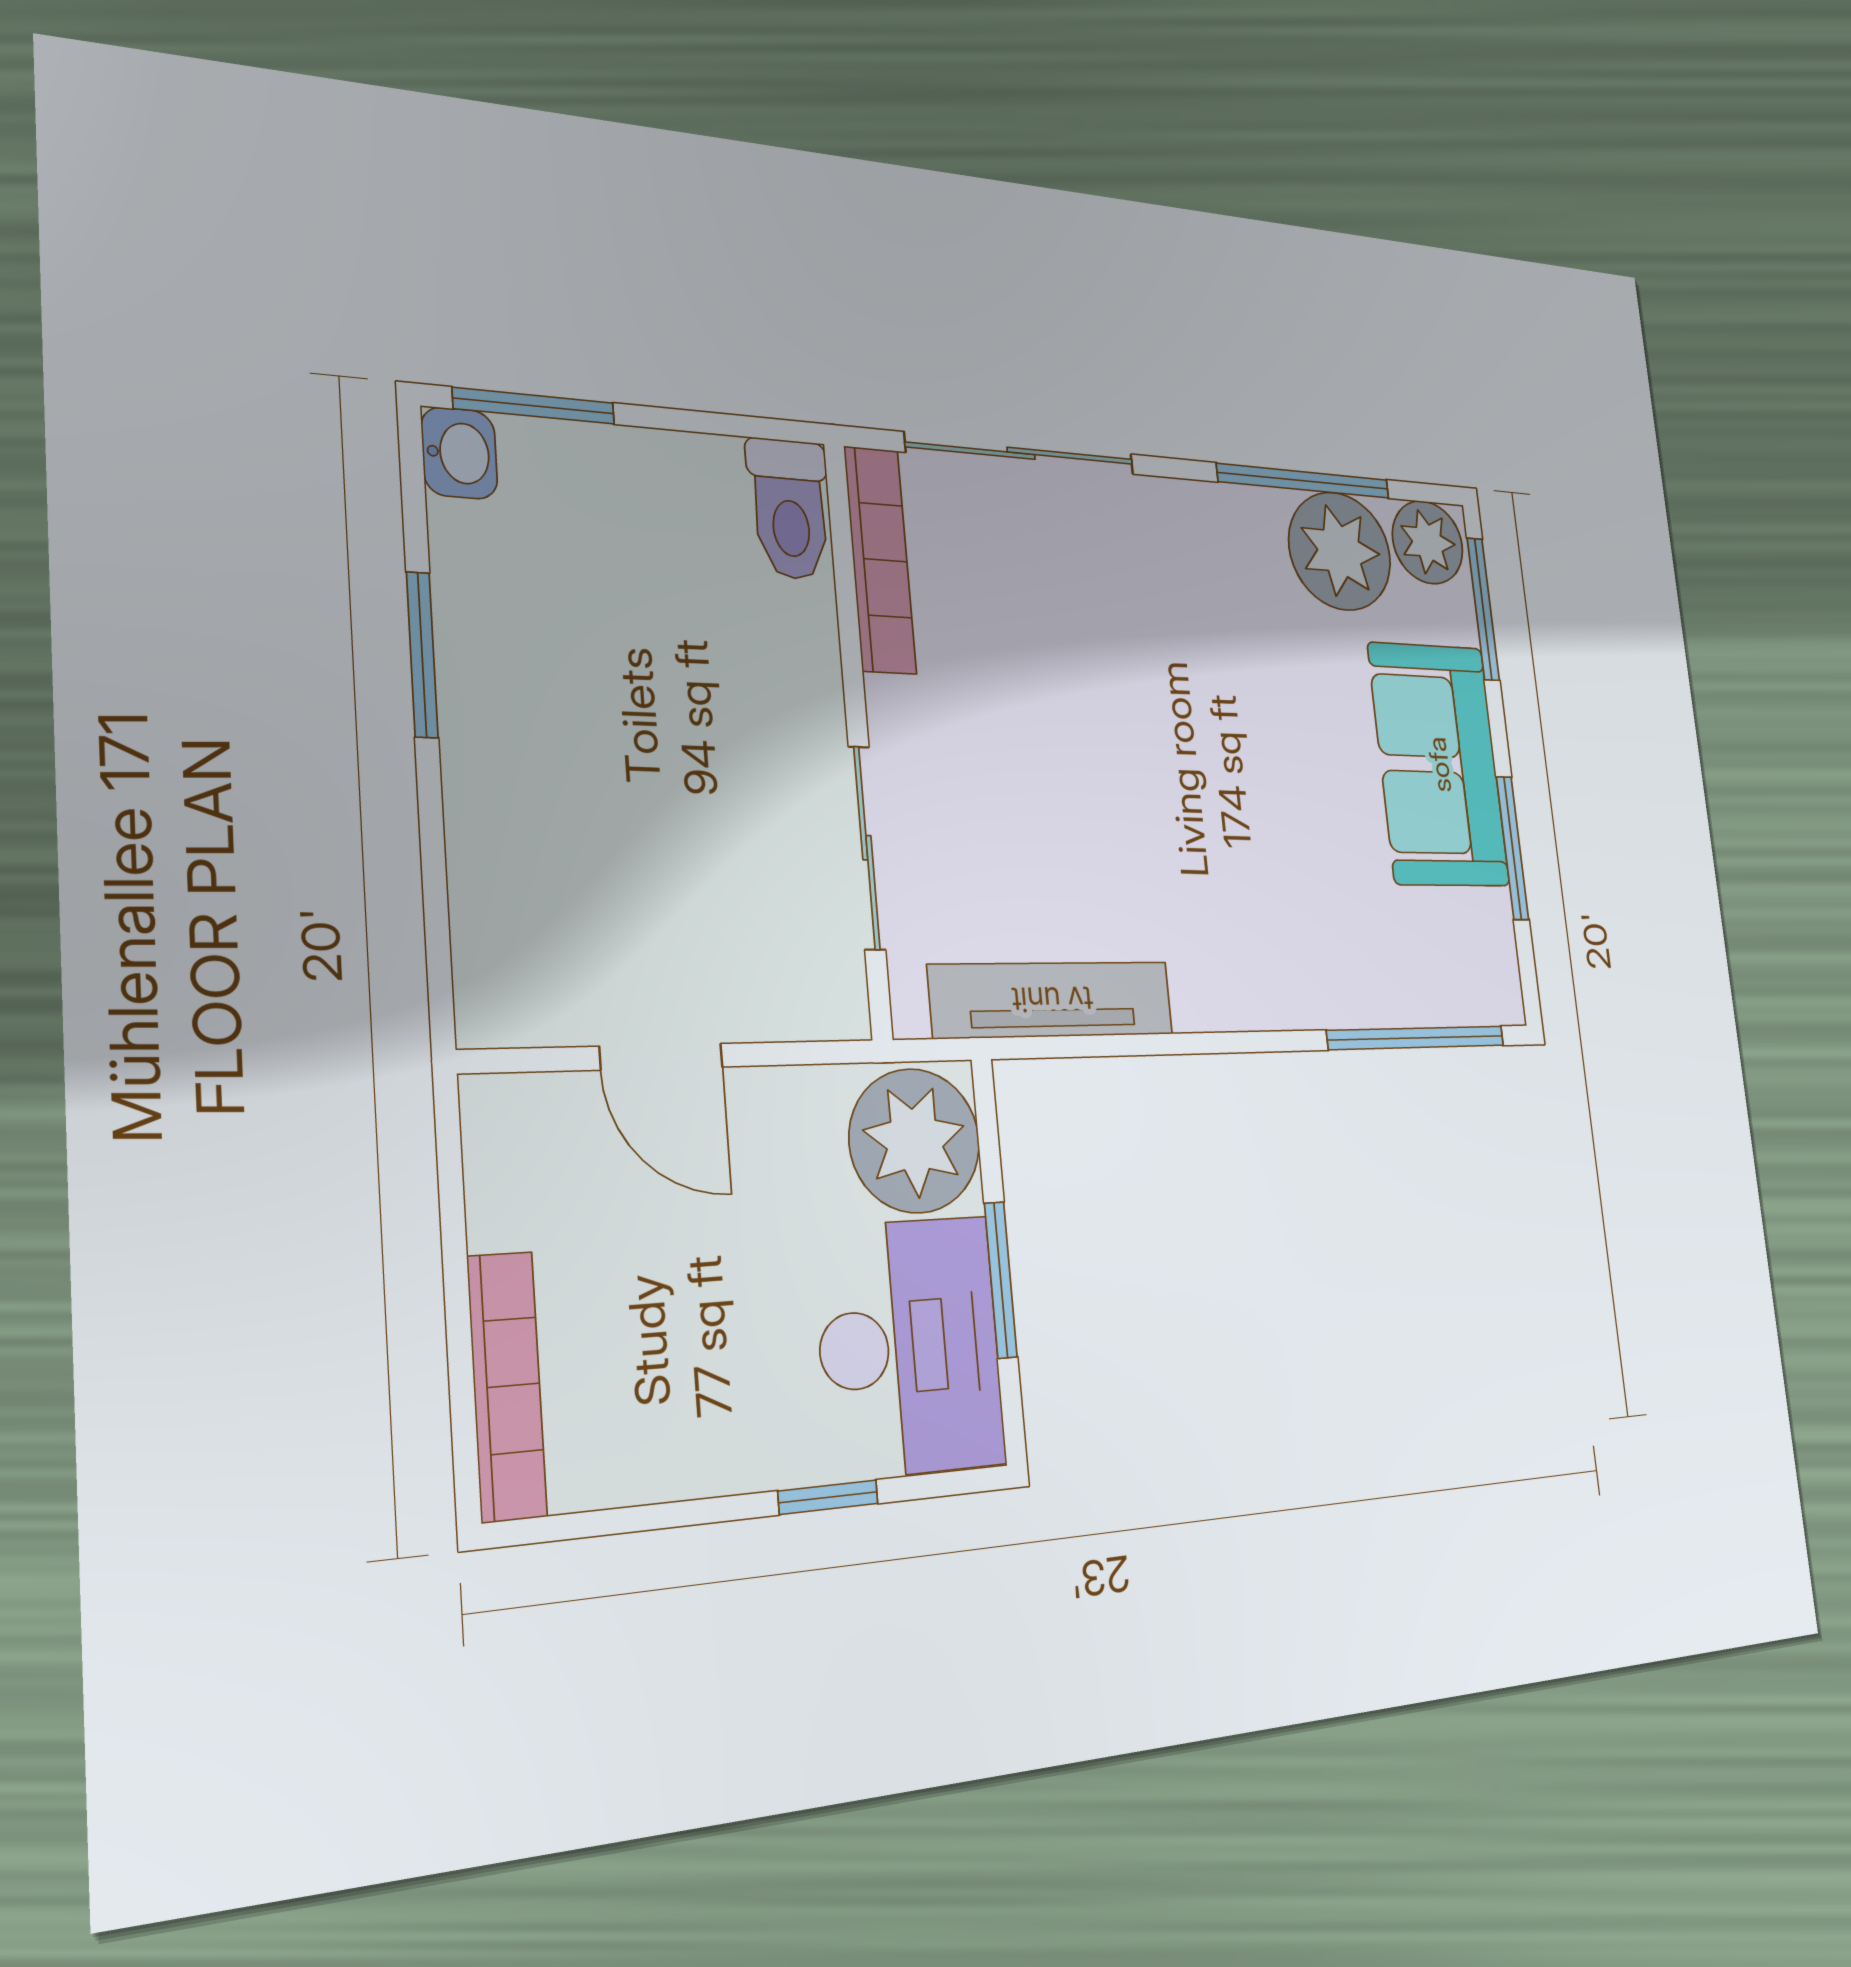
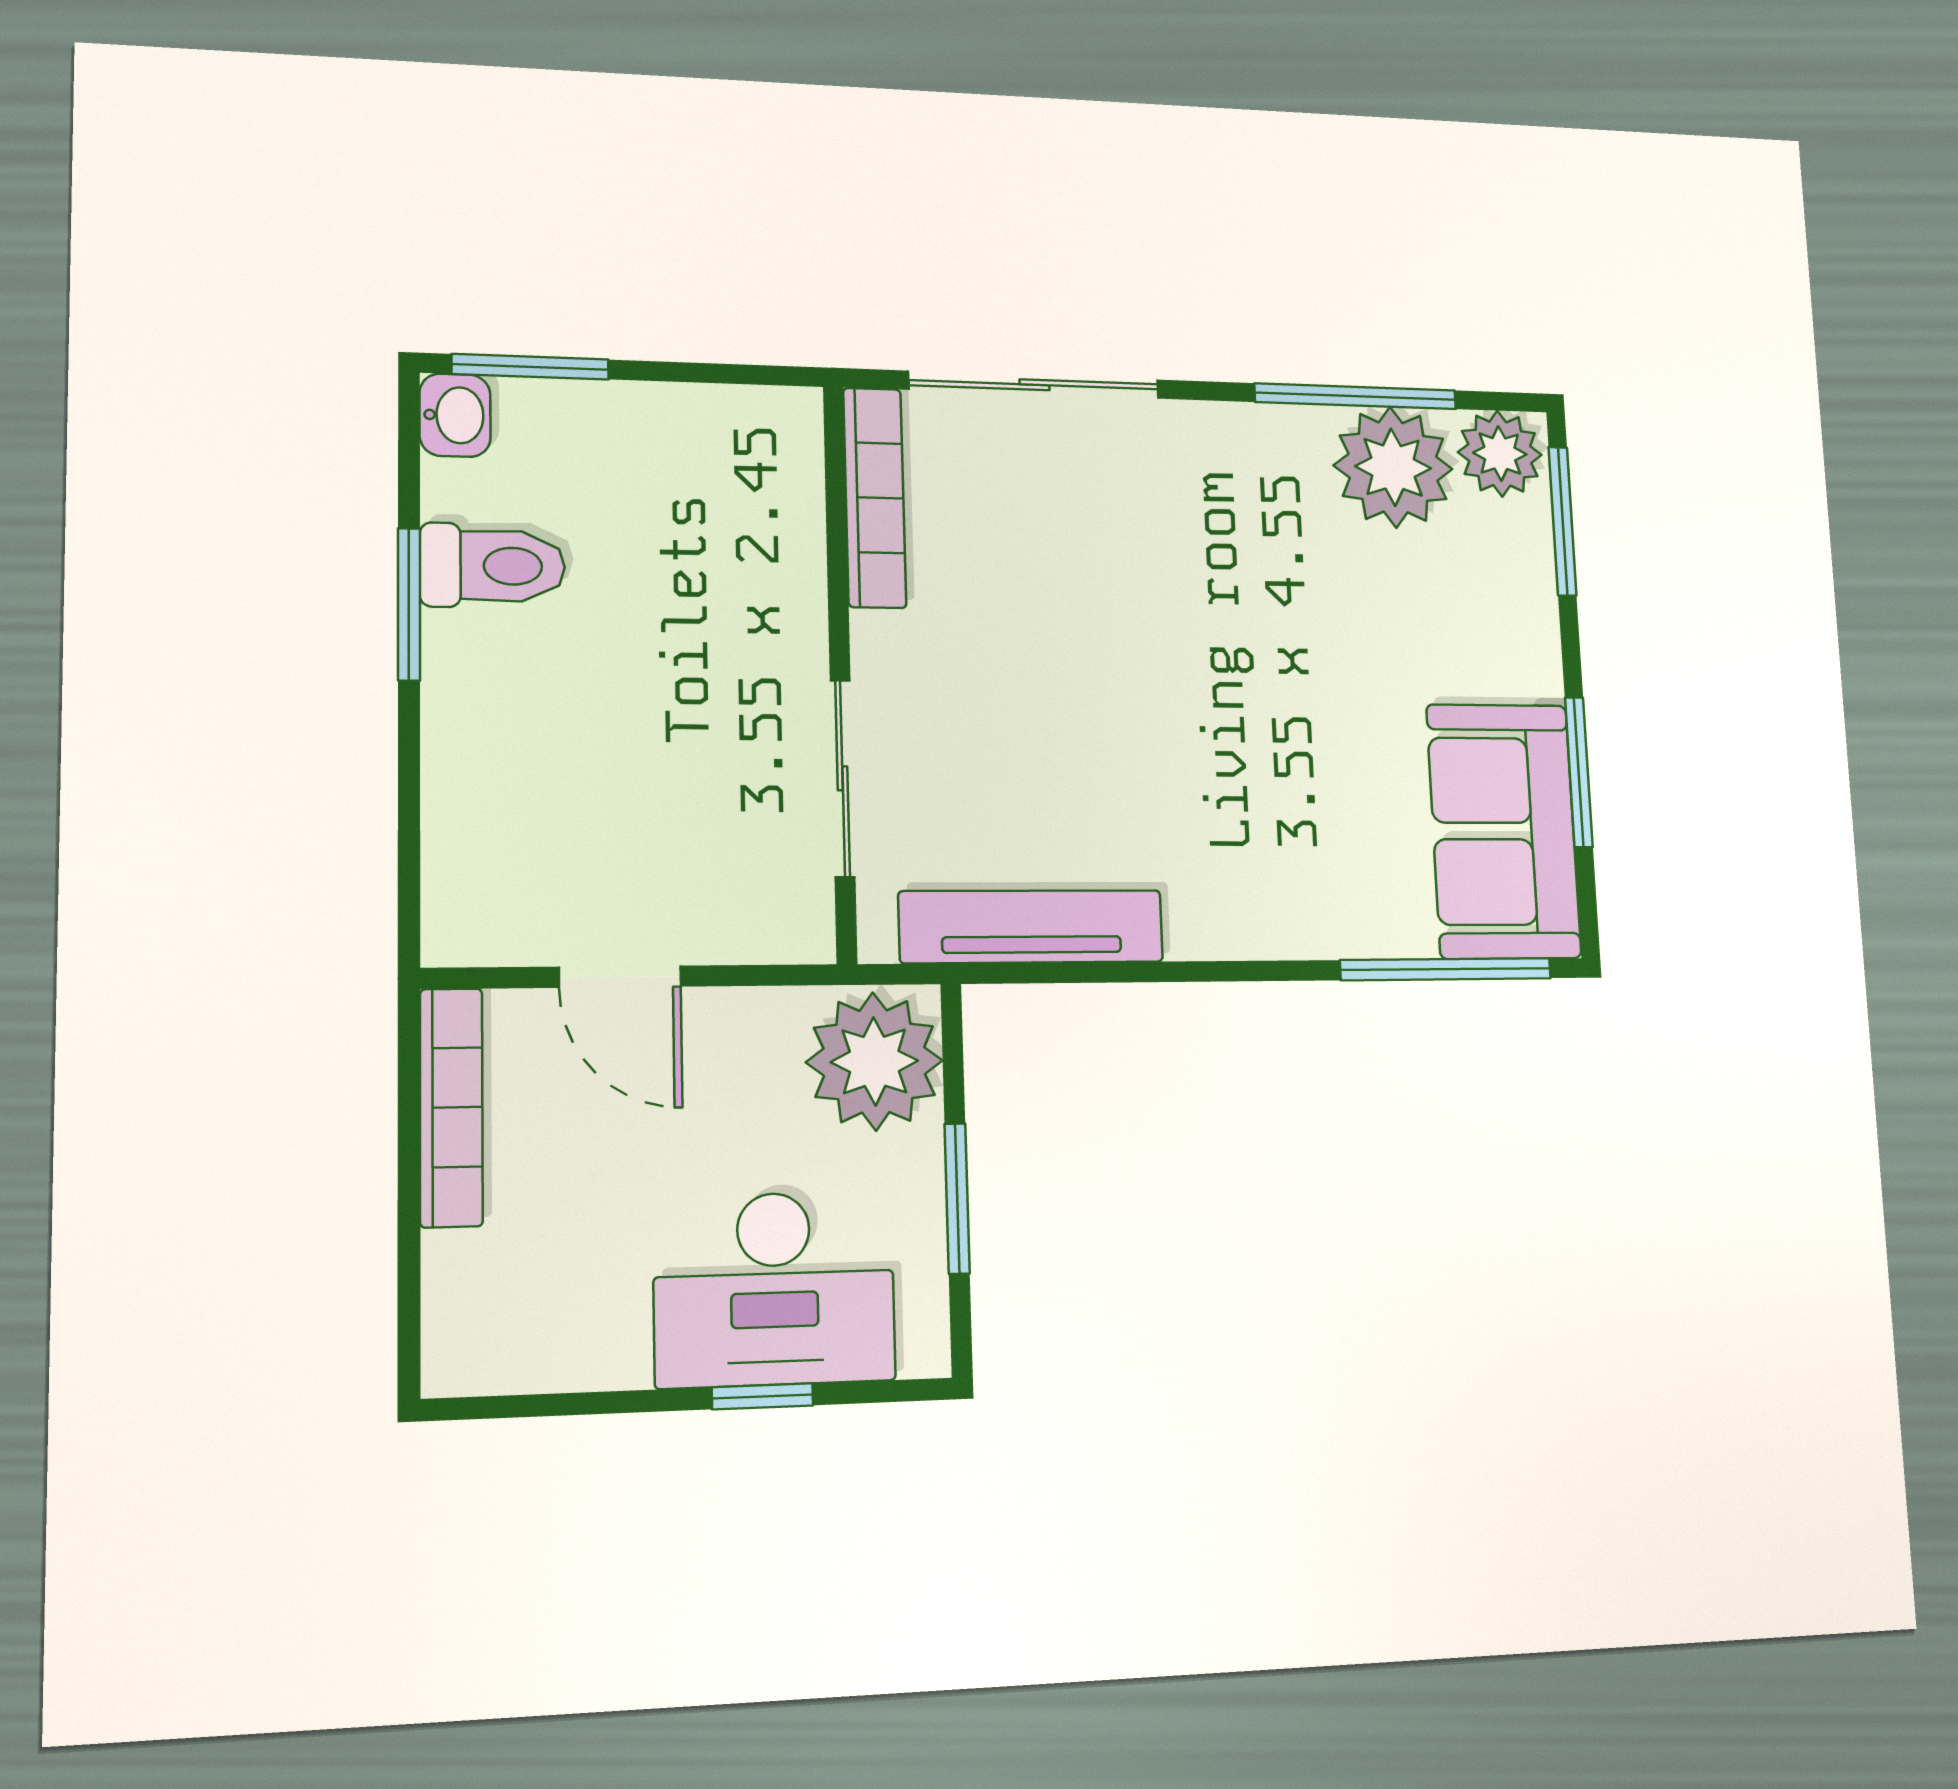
toilet: (790, 509) -> (493, 566), moved, turned -90
sofa: (1439, 764) -> (1504, 831), moved
desk: (910, 1346) -> (774, 1289), moved, turned 90
bookcase: (507, 1386) -> (451, 1107), moved

